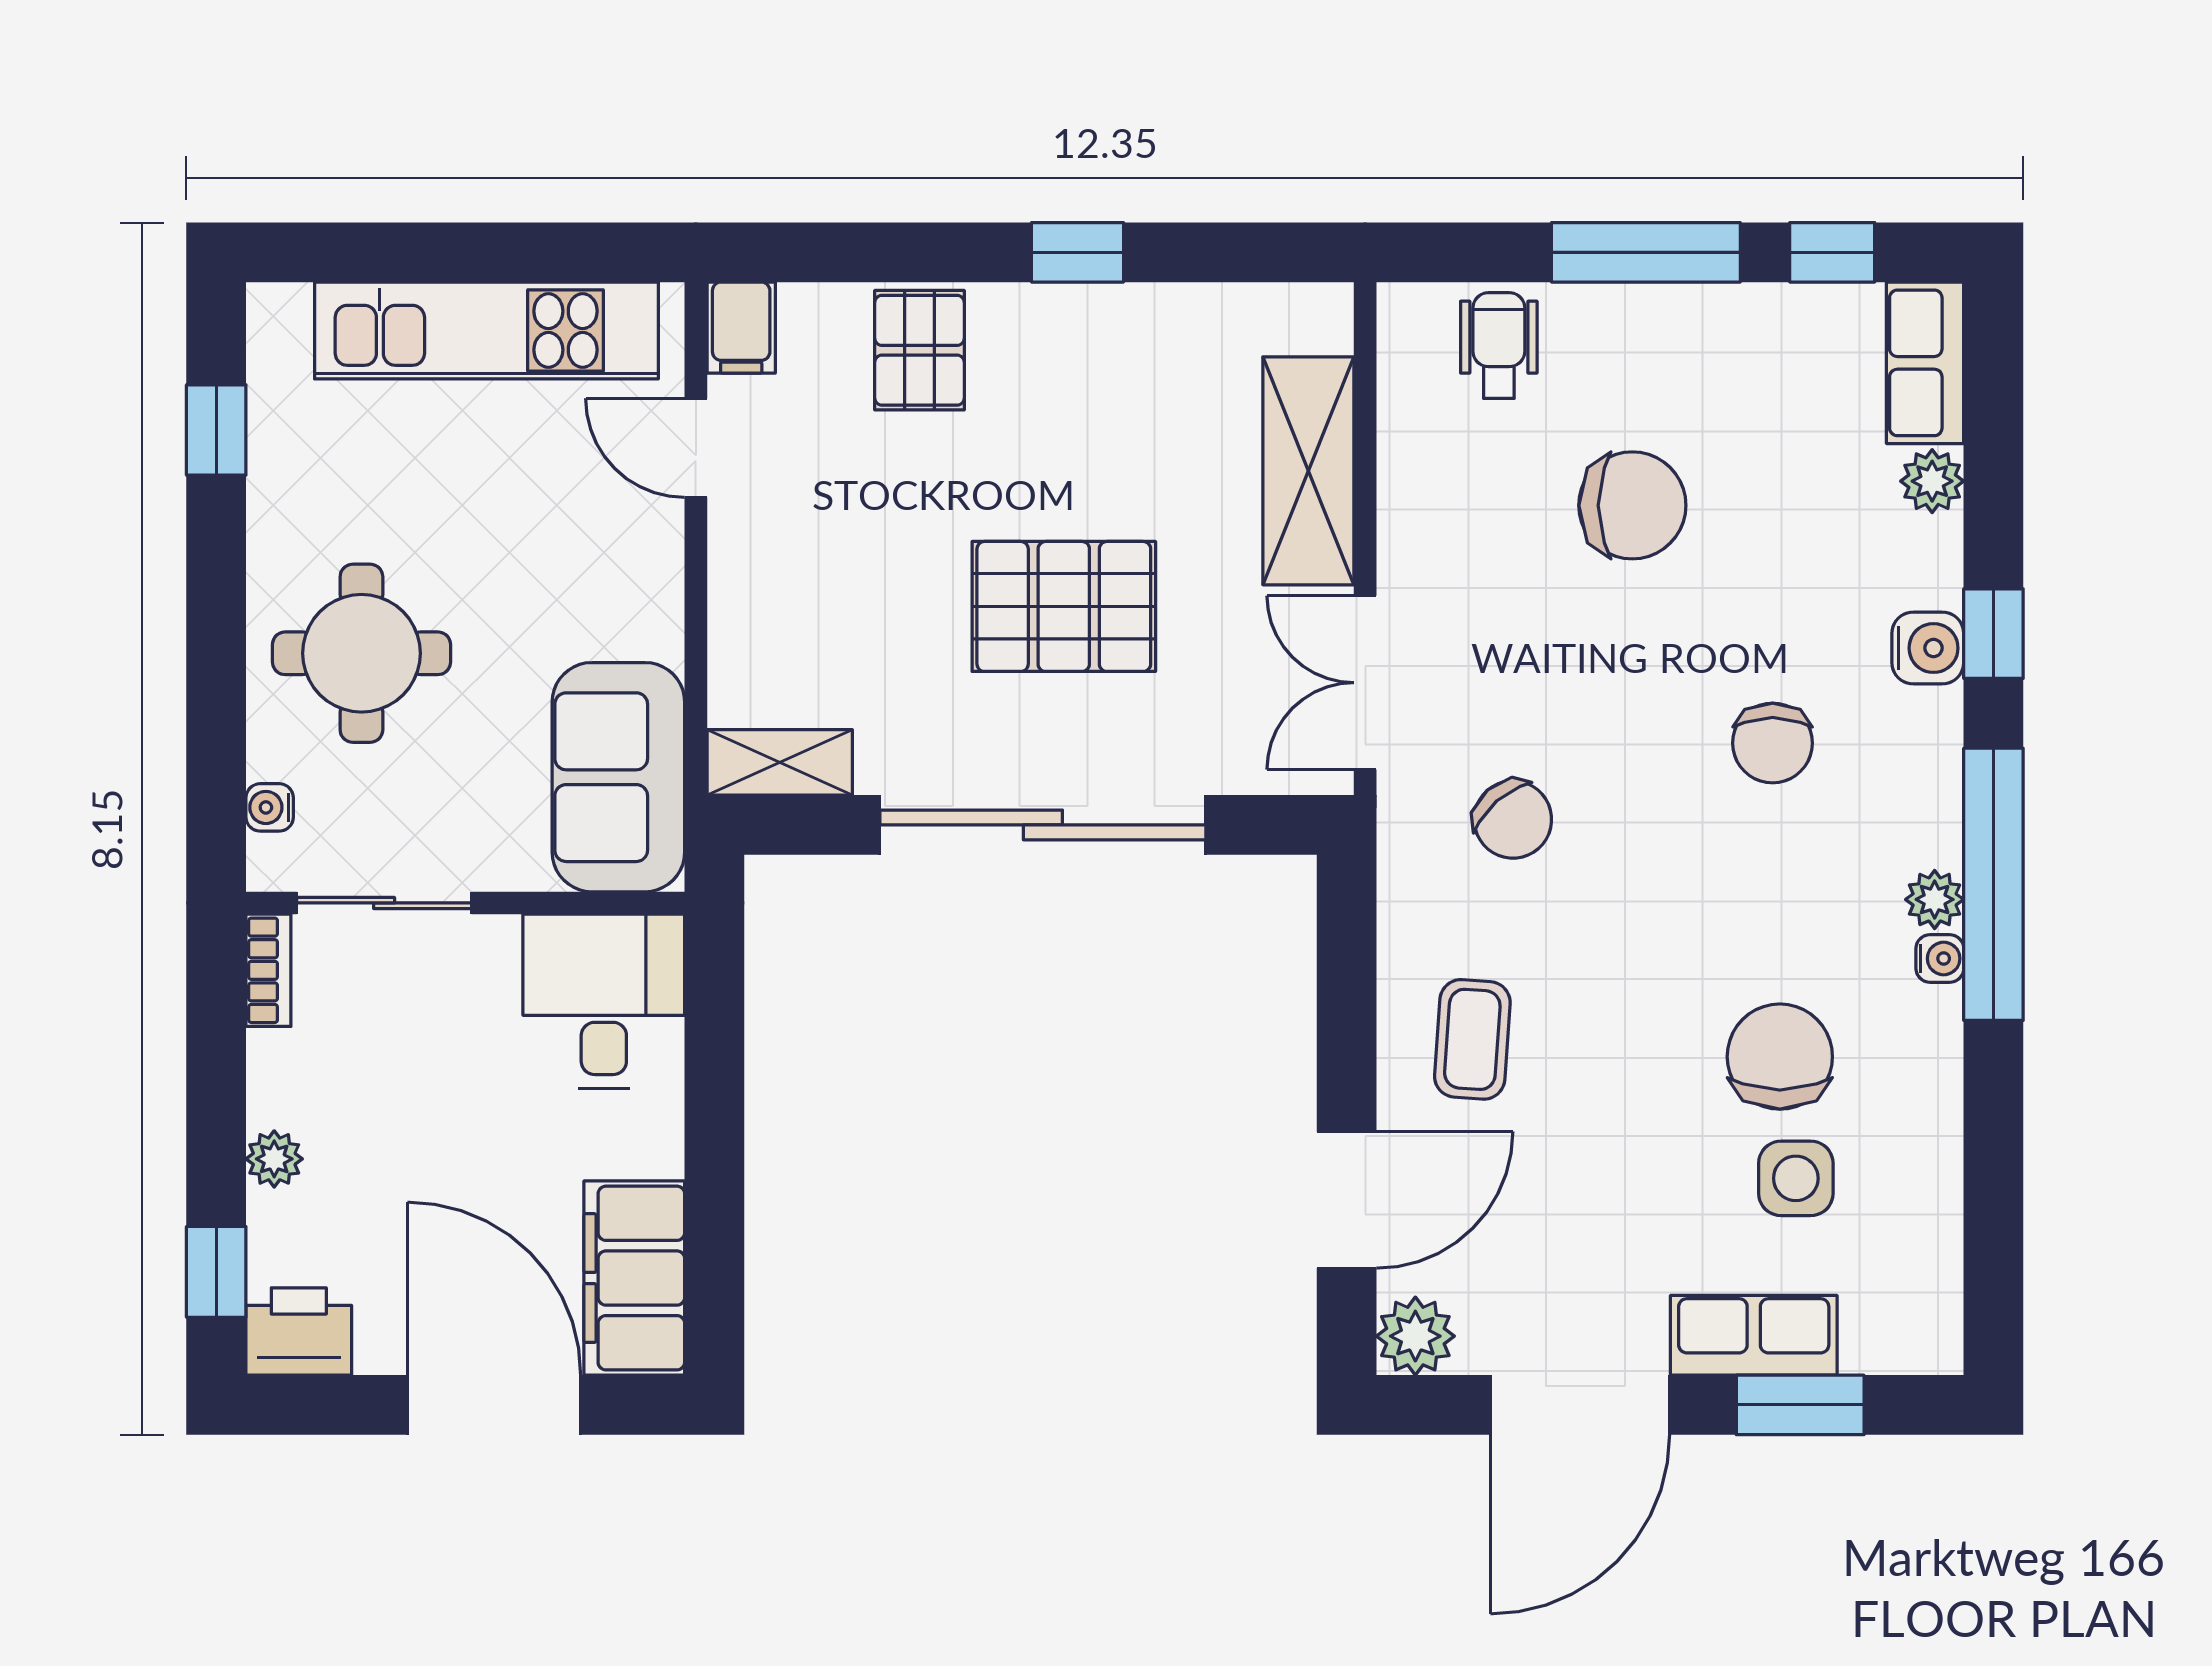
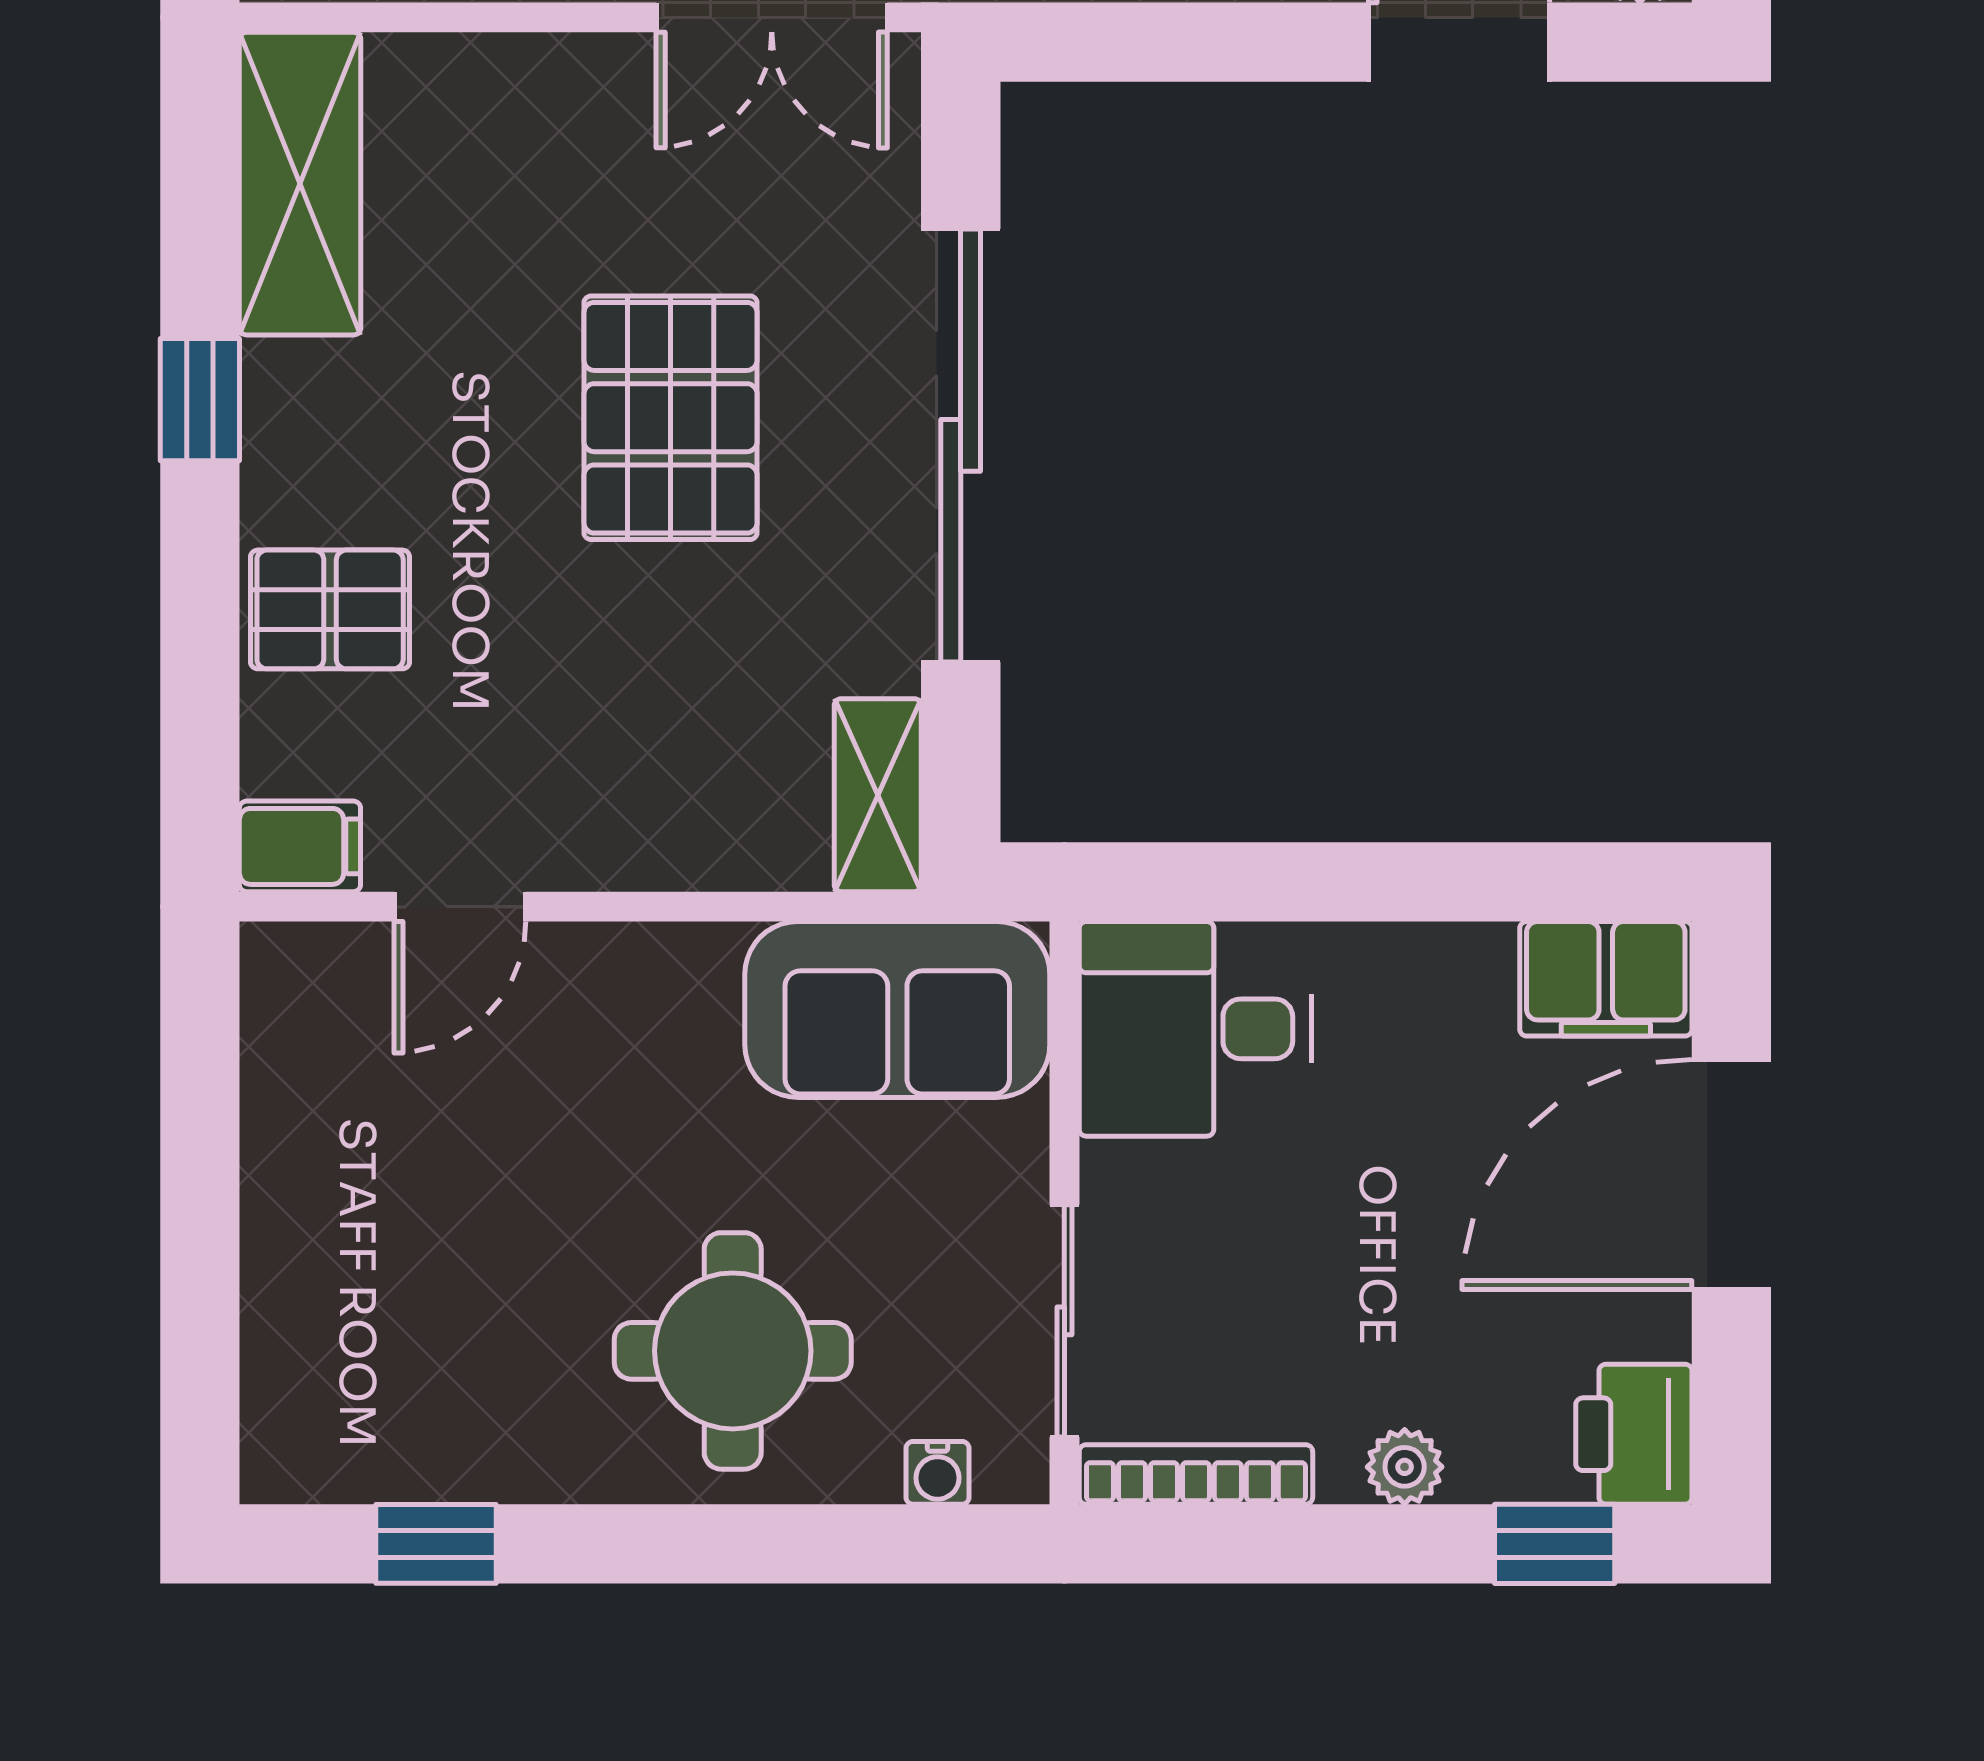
kitchen unit: (486, 331) -> (304, 1185), removed
shelving: (1308, 471) -> (300, 184), moved, turned 90
bookcase: (268, 970) -> (1196, 1474), width x1.56
filing cabinet: (634, 1278) -> (1606, 979), width x0.67, depth x0.86

